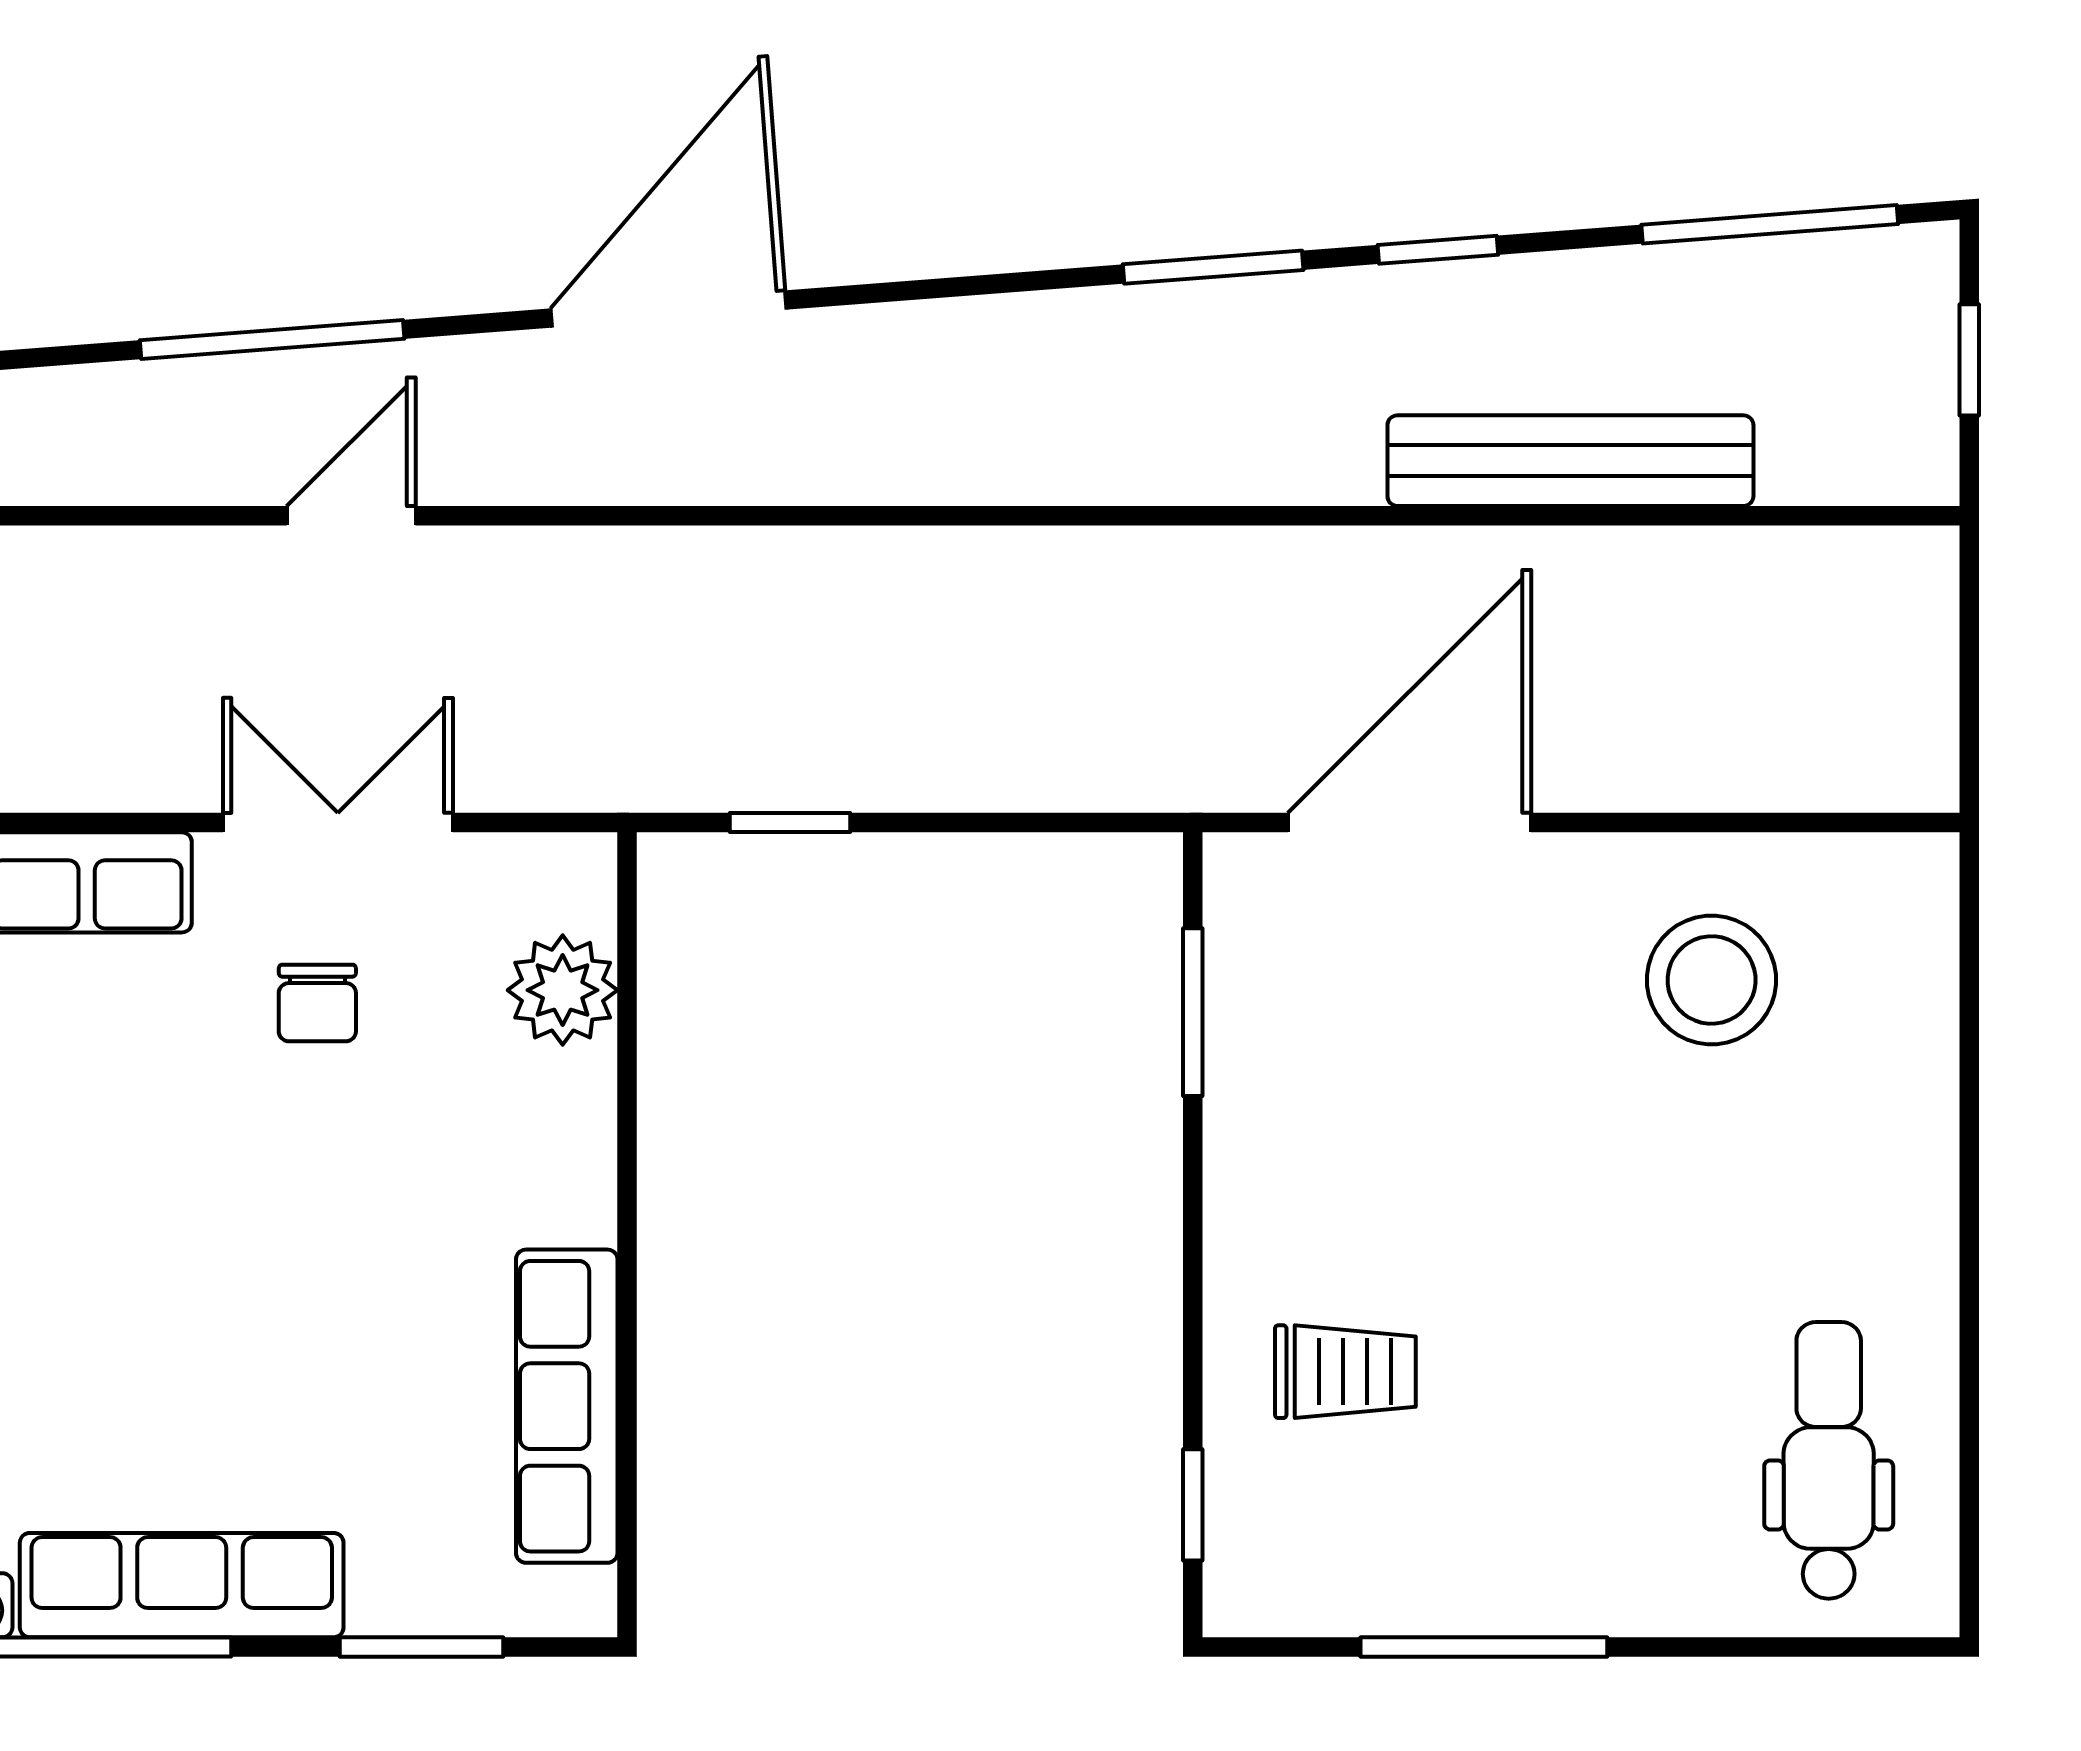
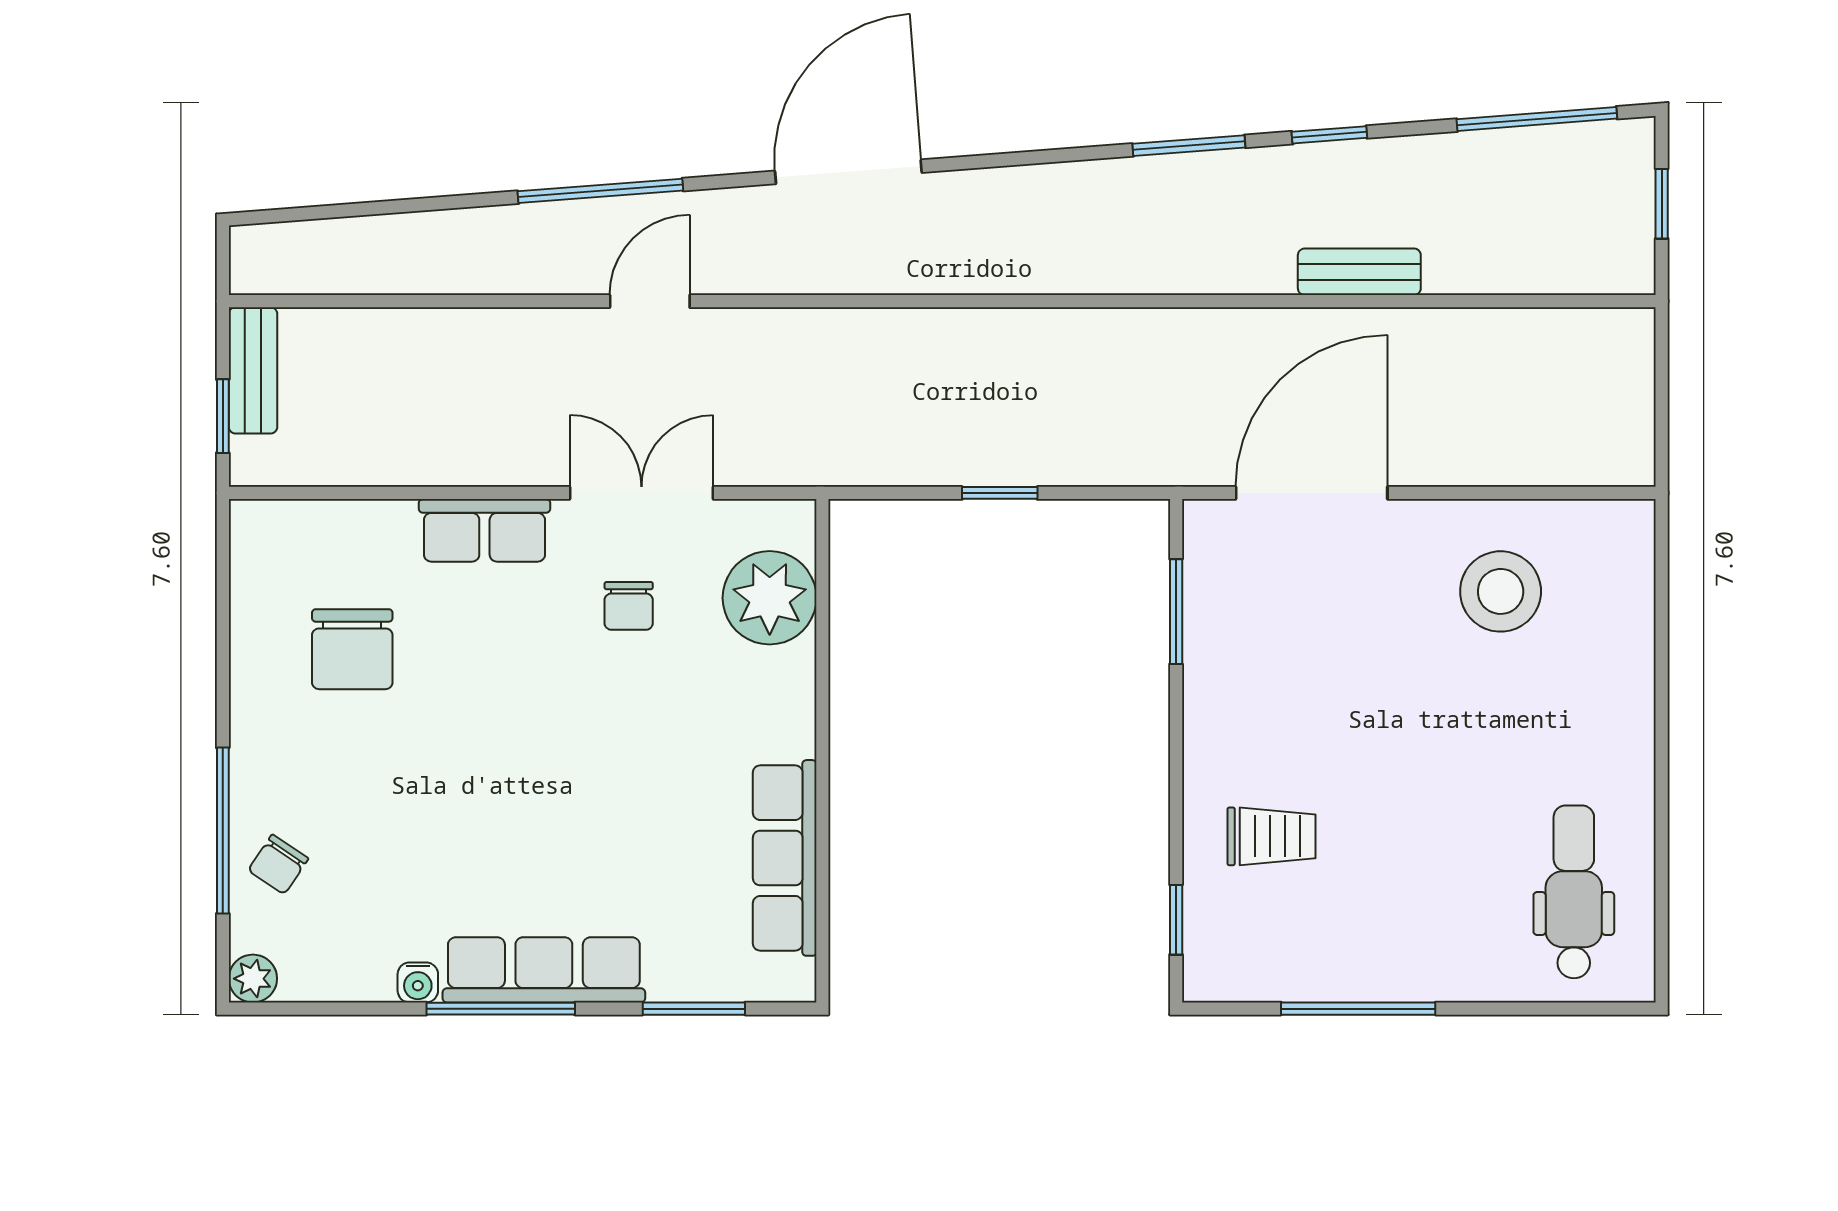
bench: (1570, 461) -> (1359, 272), width x0.54, depth x0.82
window: (790, 823) -> (1000, 493), moved
plant: (563, 990) -> (770, 598), width x1.36, depth x1.36

